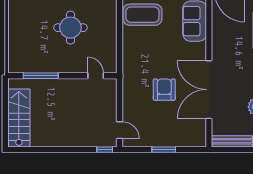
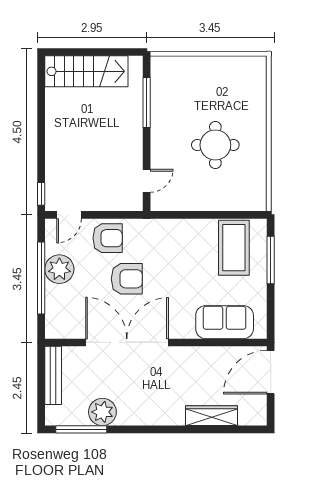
armchair: (136, 103) -> (108, 238), added
plant: (157, 137) -> (59, 269), added
window: (164, 150) -> (41, 278), width x2.11

